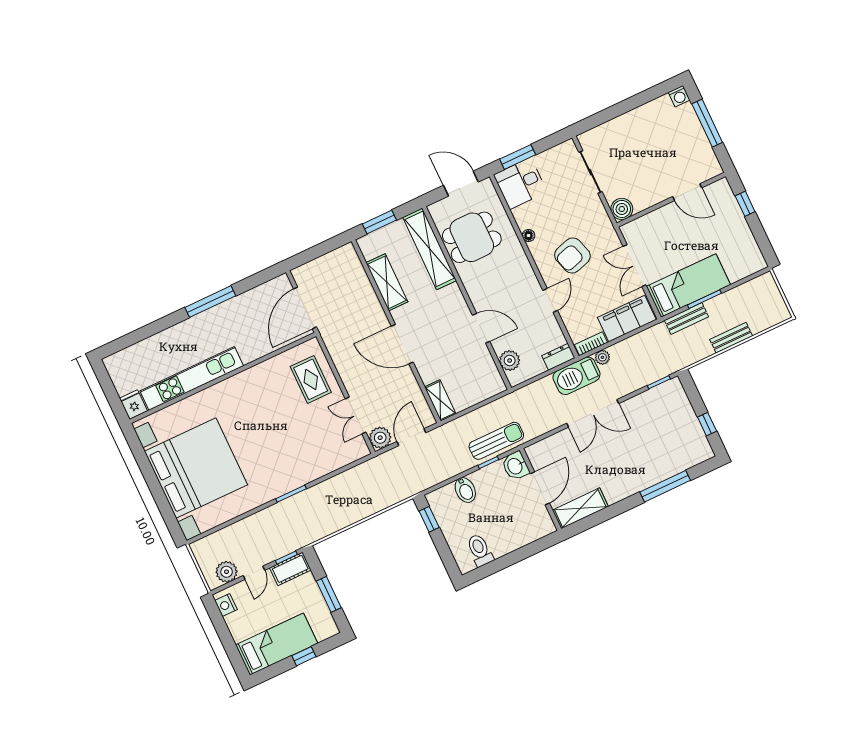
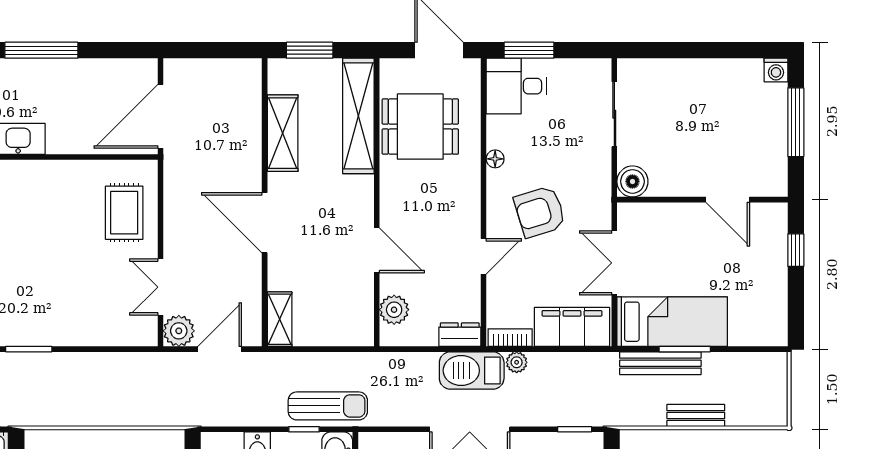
bench: (686, 318) -> (660, 363), width x1.36

